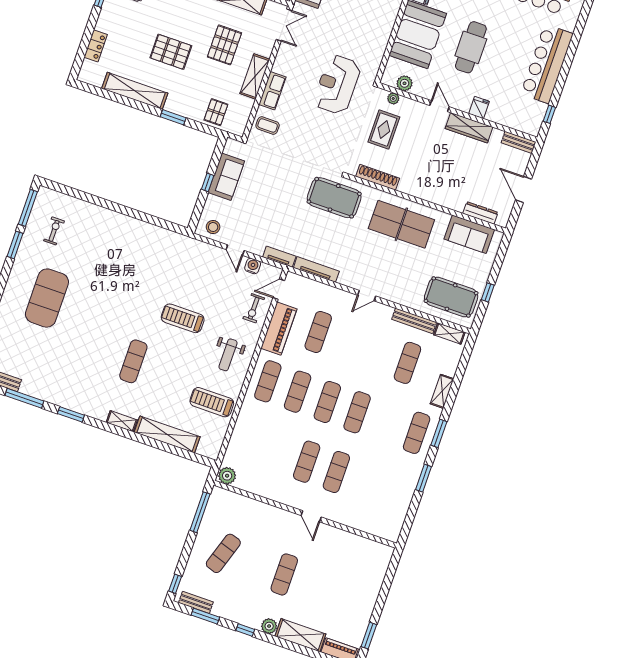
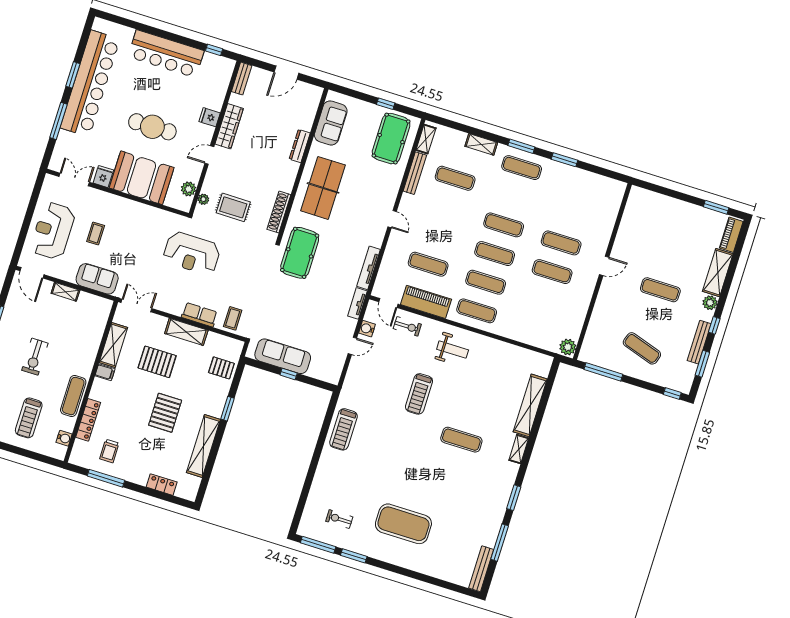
sofa: (226, 177) -> (283, 356), width x1.36
dresser: (480, 213) -> (300, 146), moved
stool: (213, 227) -> (331, 367), removed
treadmill: (212, 402) -> (343, 429), moved
bench: (196, 602) -> (699, 342), moved, width x1.36

